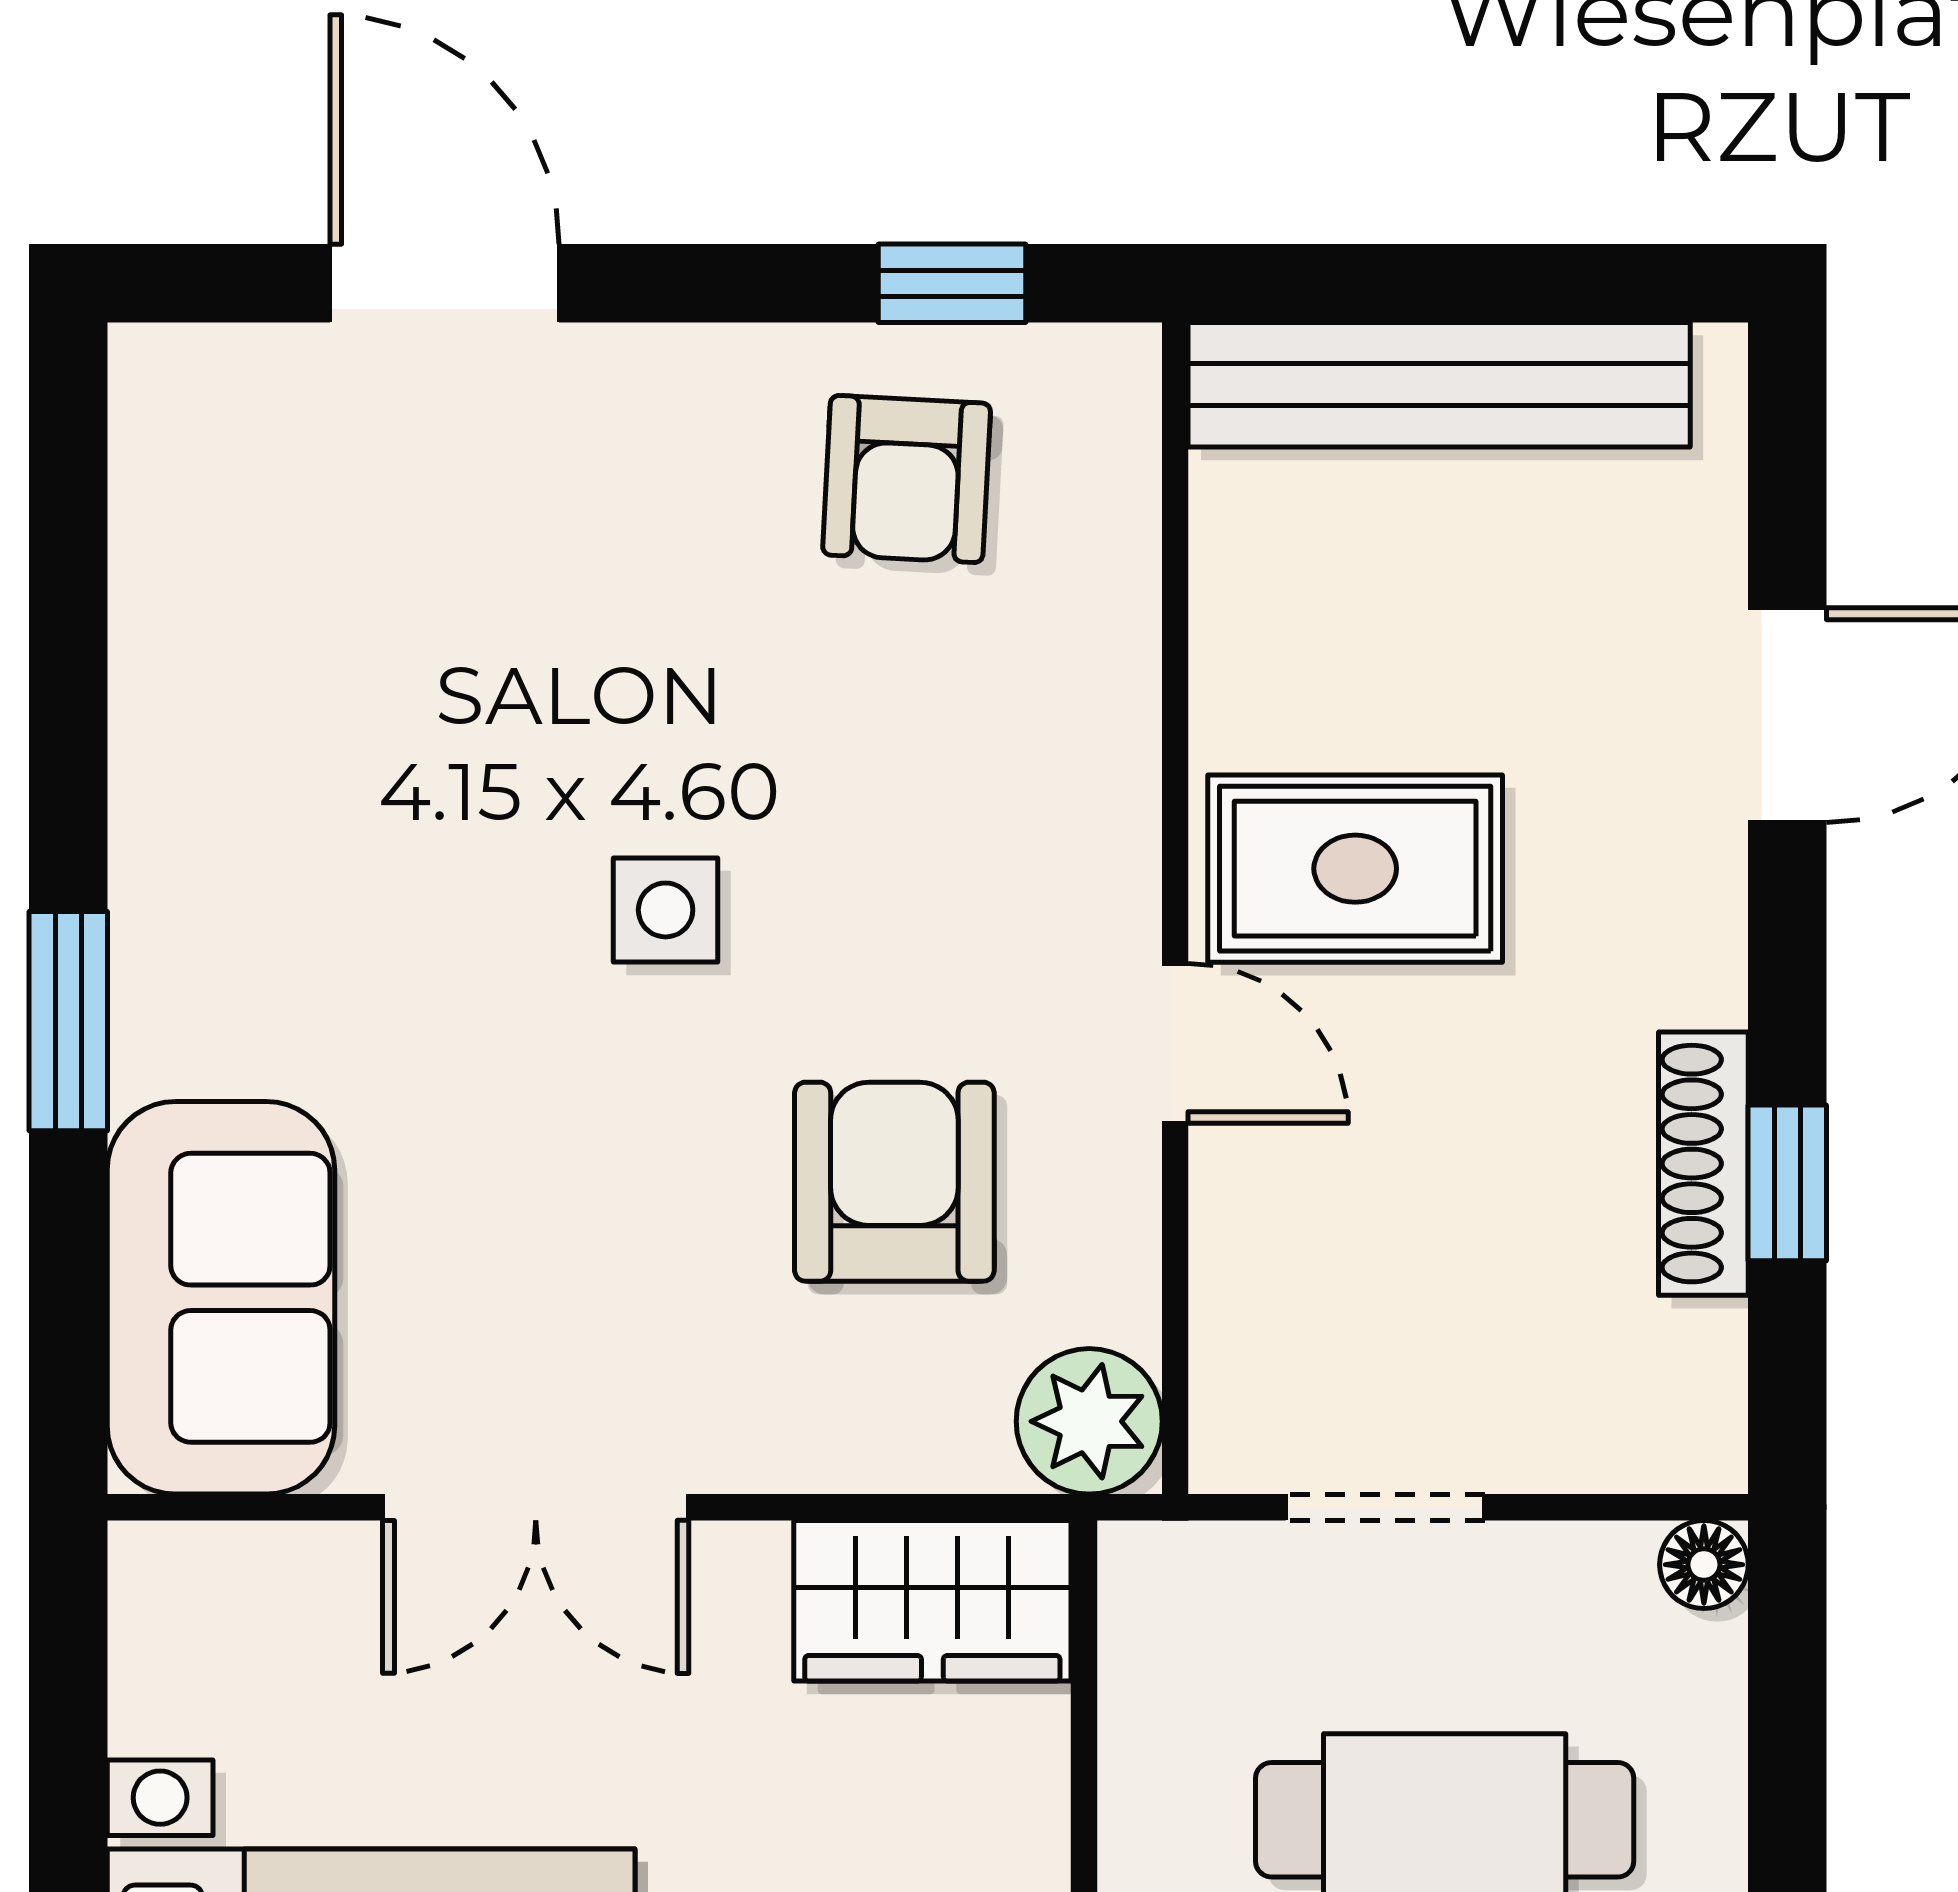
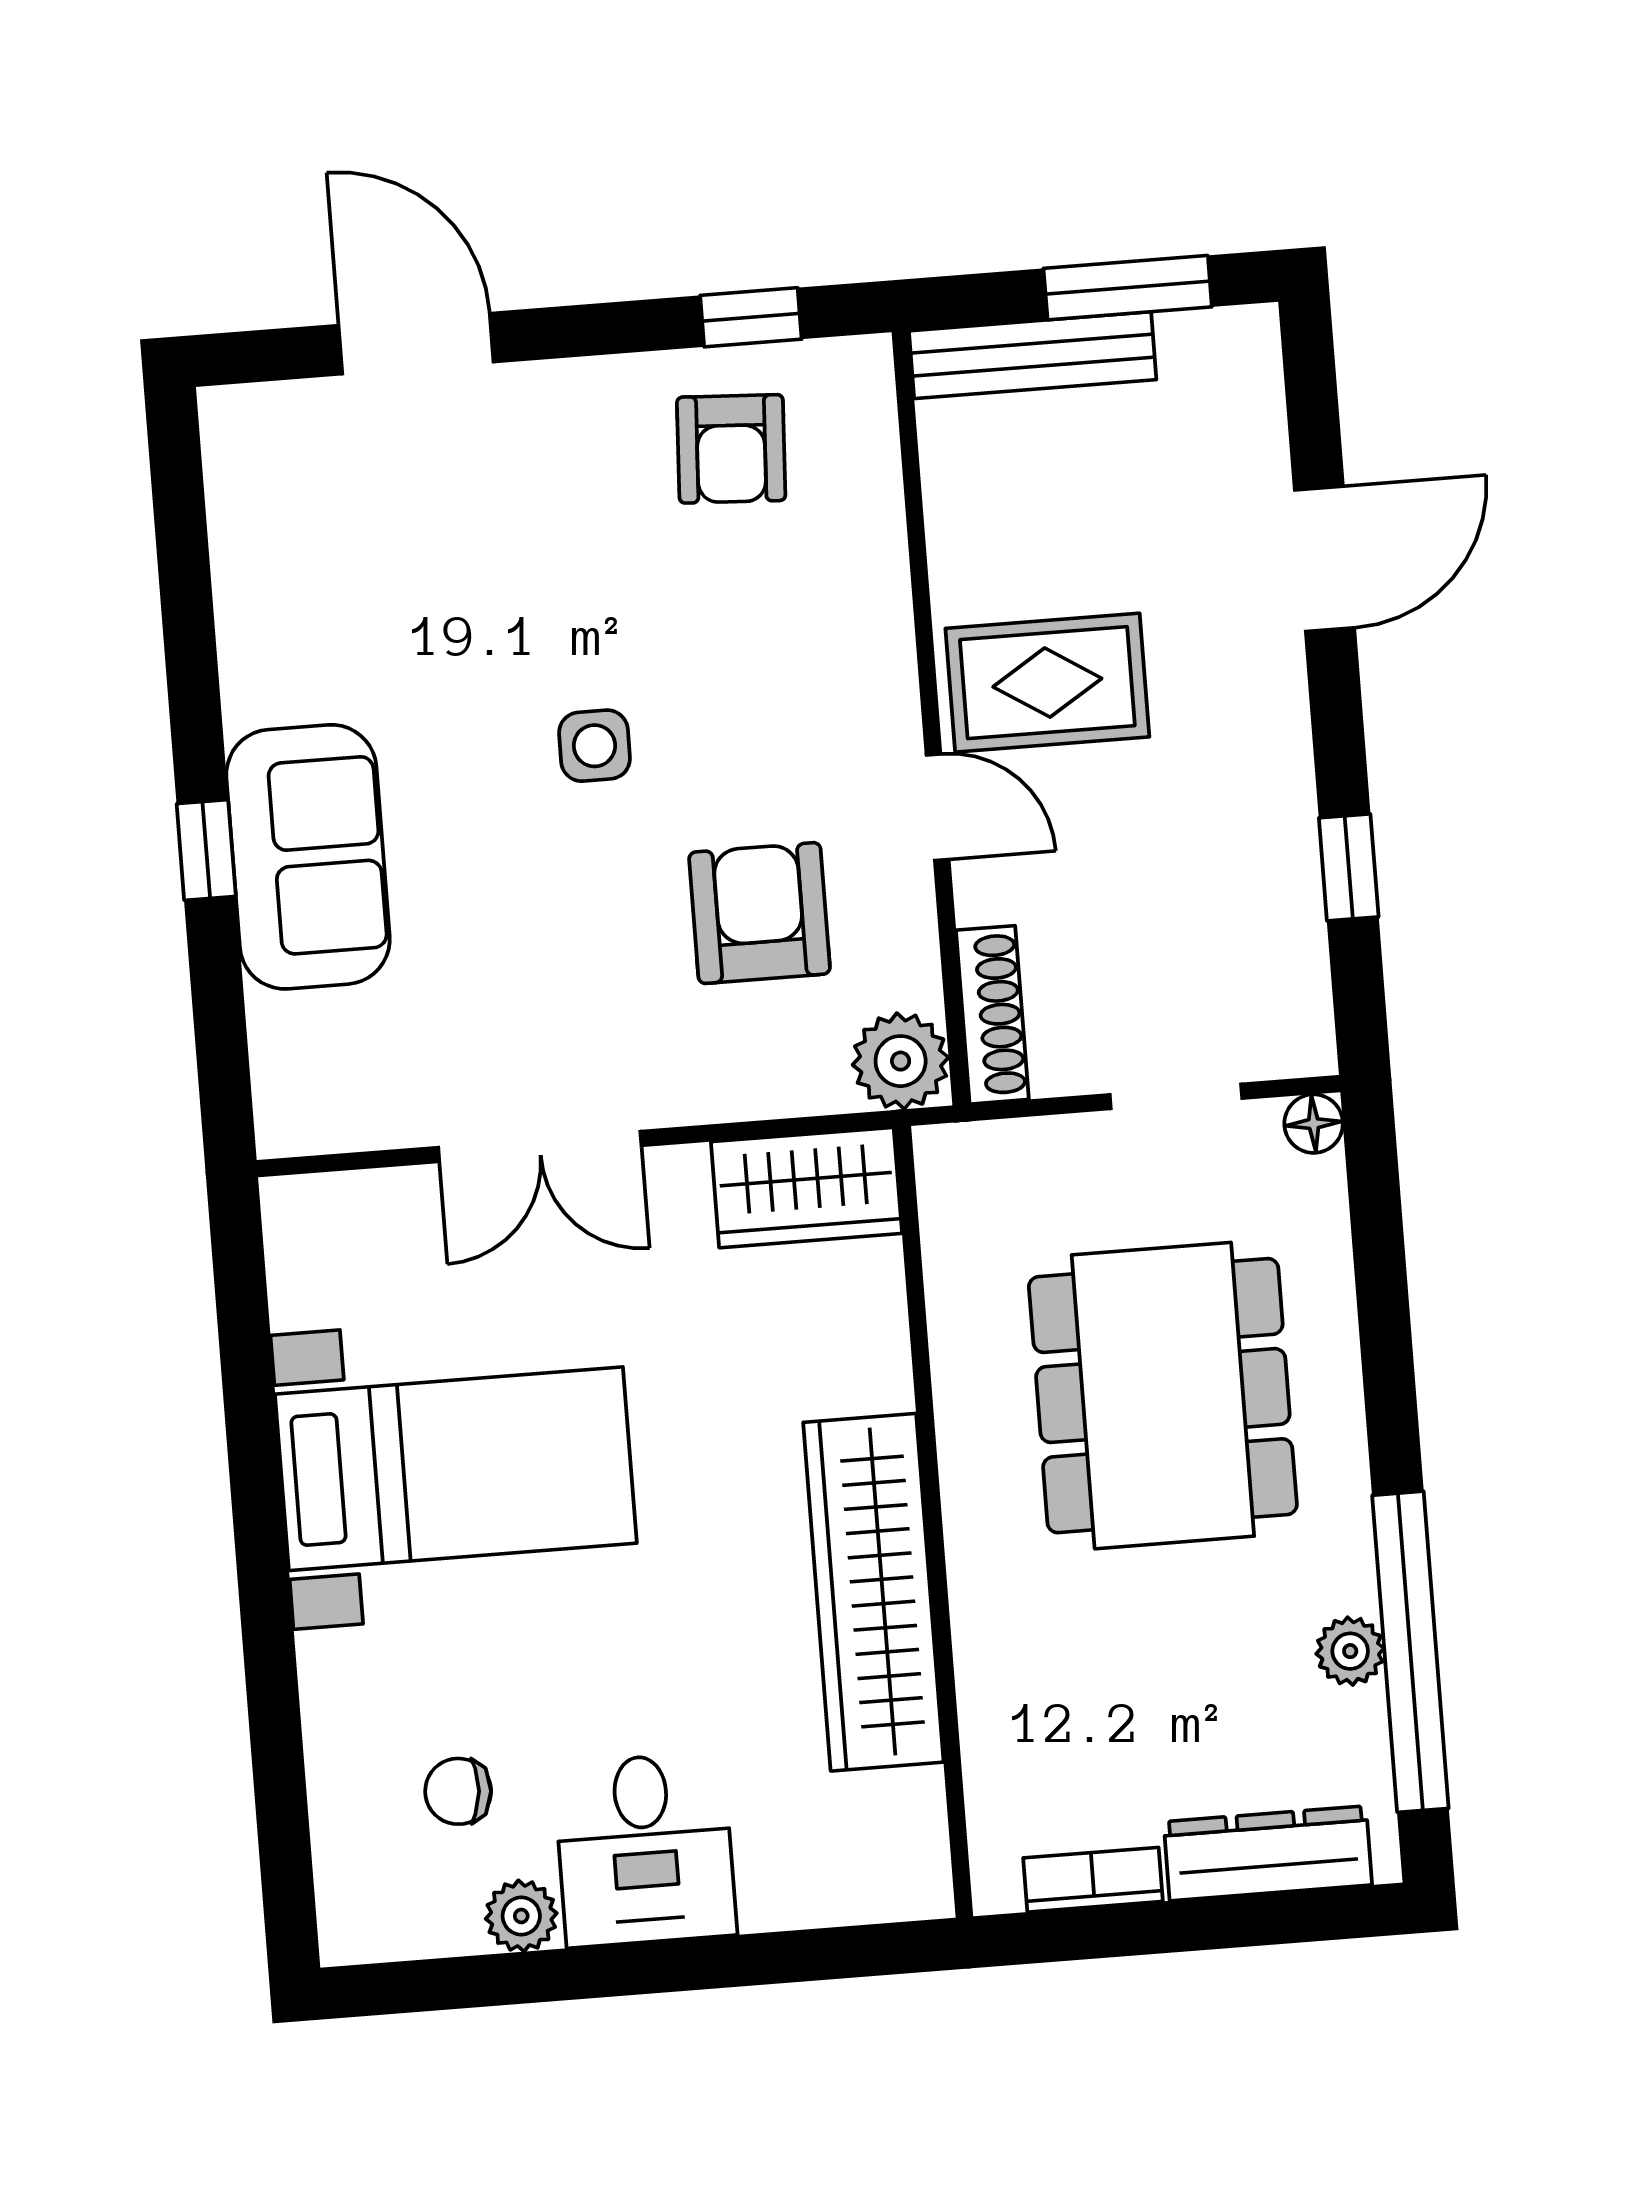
window: (1523, 283) -> (1128, 288), added
bench: (1439, 385) -> (1033, 355), width x0.73, depth x0.82
window: (68, 1021) -> (206, 850), width x0.67
shoe rack: (1703, 1164) -> (992, 1015), moved, turned 180
sofa: (221, 1298) -> (308, 857), moved
doorway: (1385, 1507) -> (1176, 1096), moved

